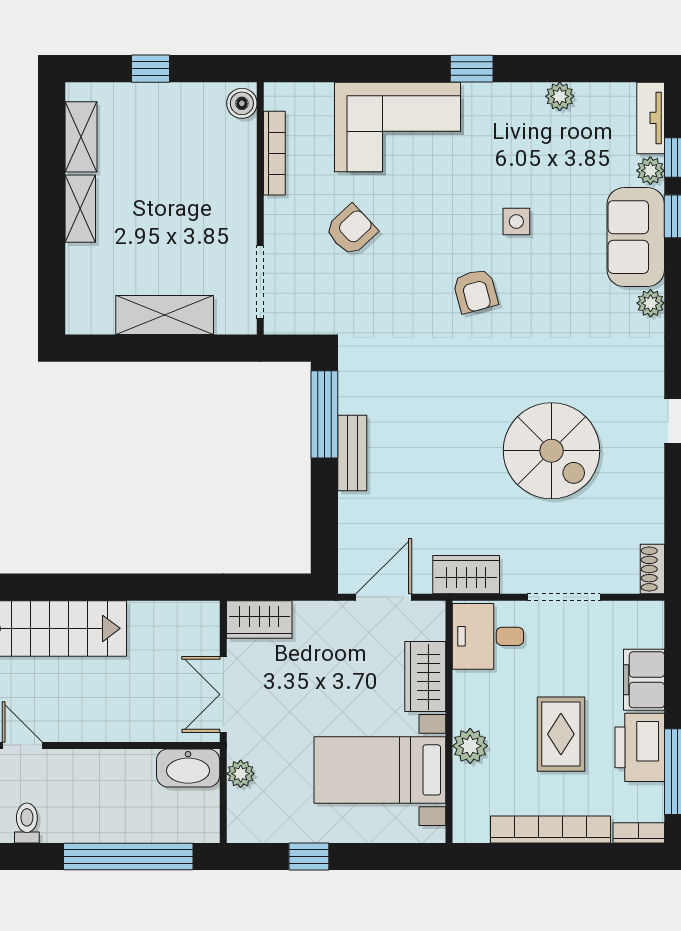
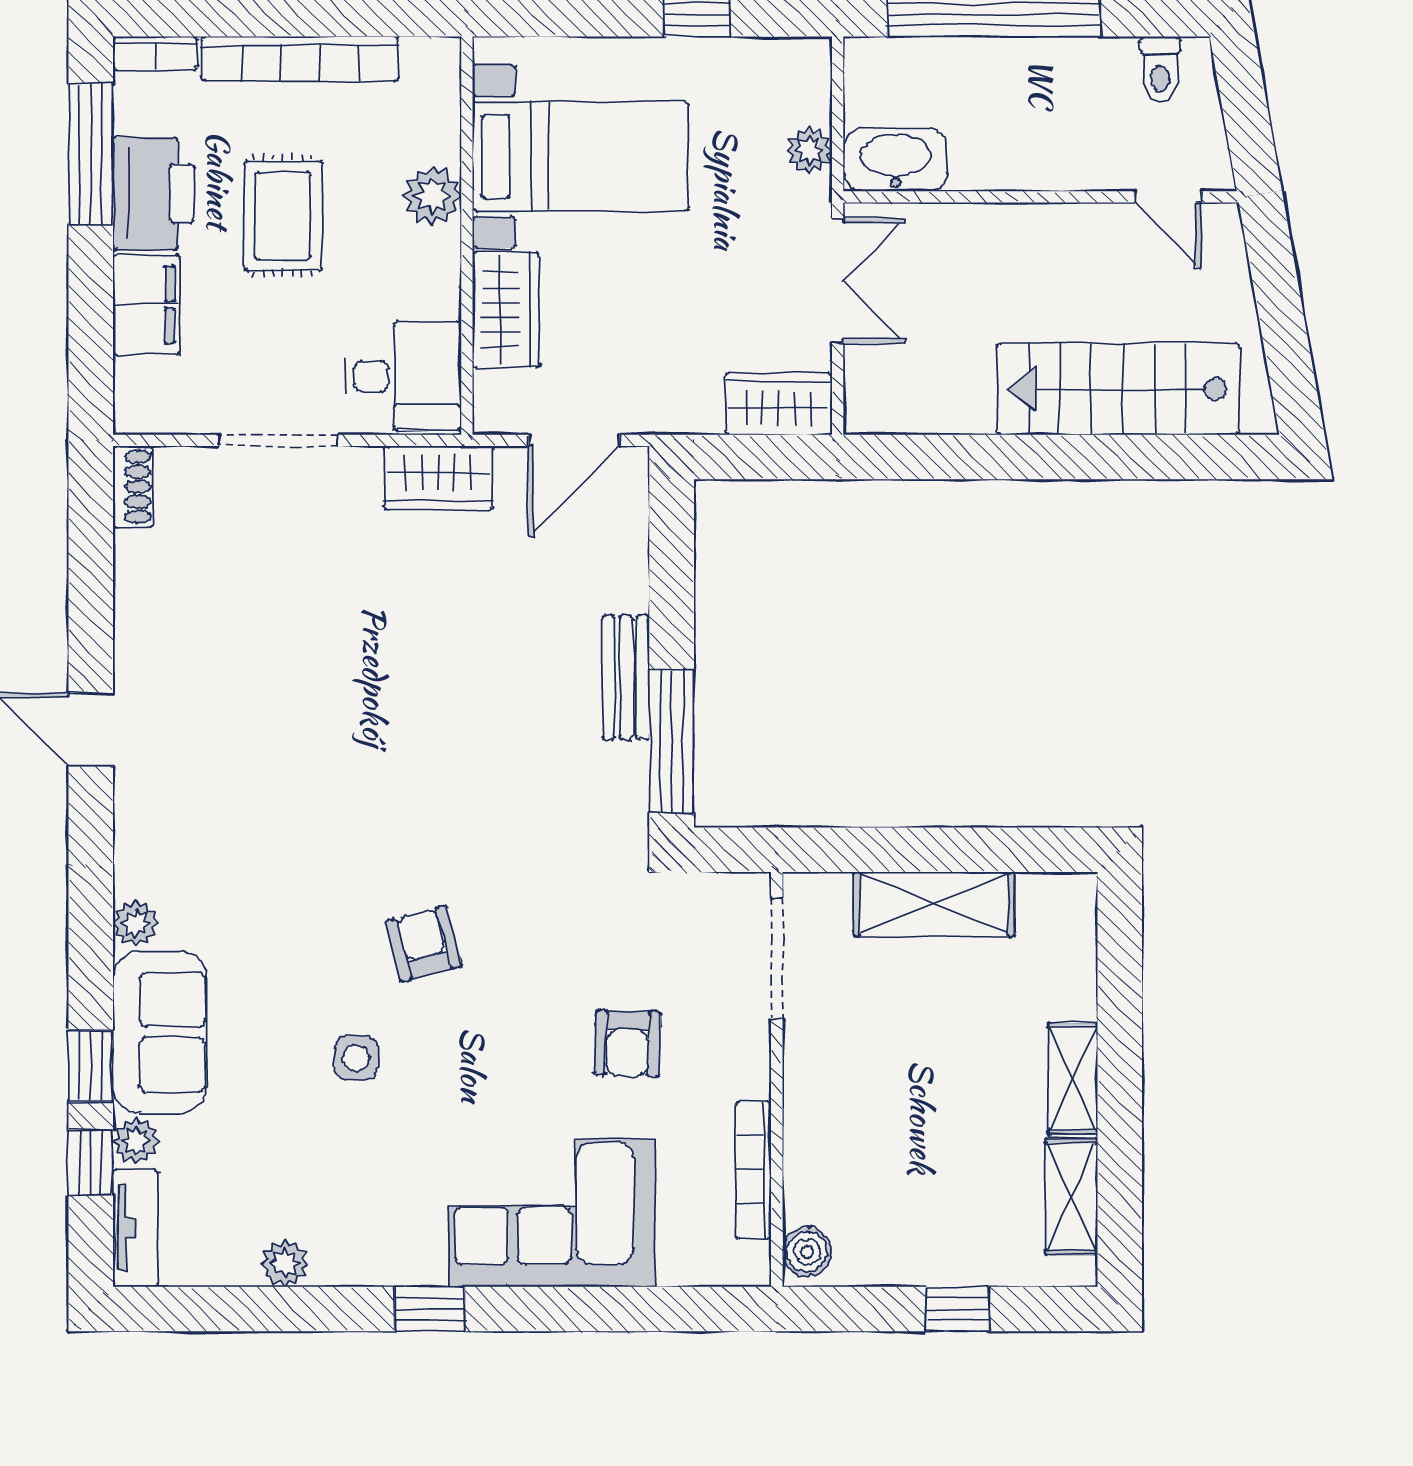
armchair: (351, 230) -> (627, 1044), turned -45
spiral stairs: (552, 451) -> (298, 681), removed

